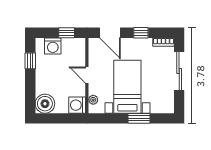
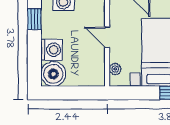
washing machine: (77, 105) -> (52, 50), moved, turned 180

